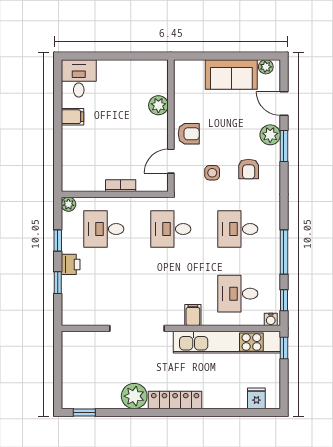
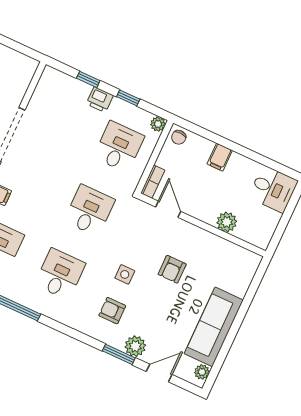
sofa: (231, 75) -> (214, 327), width x1.36
plant: (158, 105) -> (227, 222), moved
filing cabinet: (72, 117) -> (220, 157), moved
wall: (171, 126) -> (202, 225), moved
door: (171, 161) -> (168, 209), moved
chair: (72, 181) -> (179, 137), added

